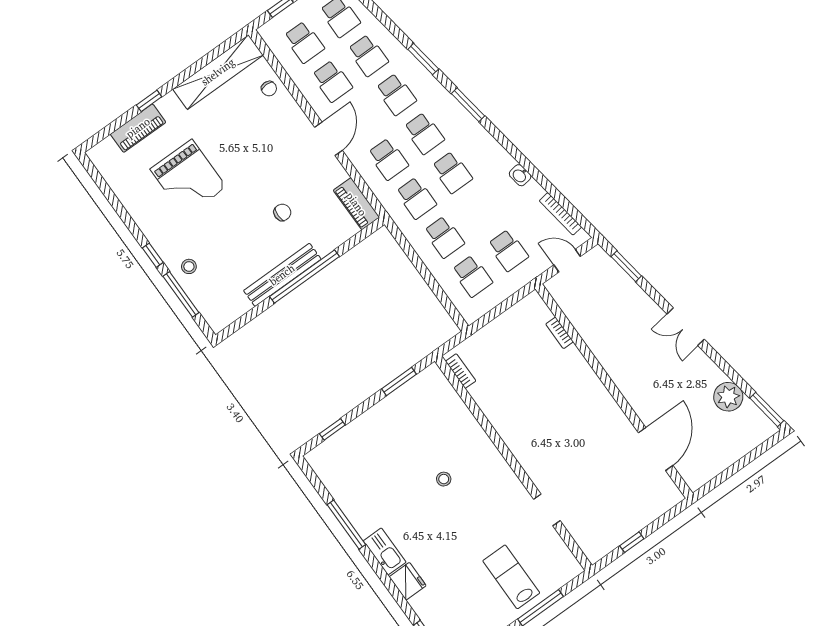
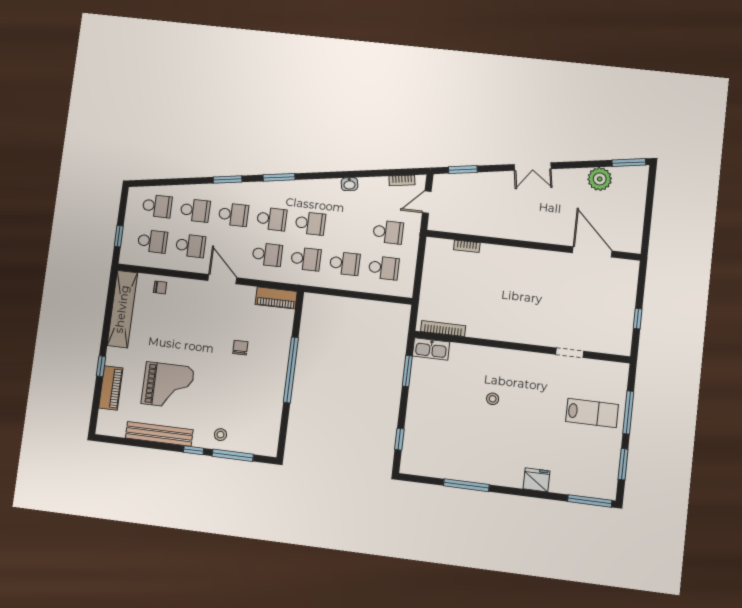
bookcase: (560, 214) -> (402, 180), width x0.64
bench: (282, 275) -> (159, 434), moved, turned 90
bookcase: (461, 371) -> (443, 329), width x1.56
kitchen sink: (385, 551) -> (431, 349), moved, turned 180
lab bench: (511, 577) -> (592, 413), turned 180

